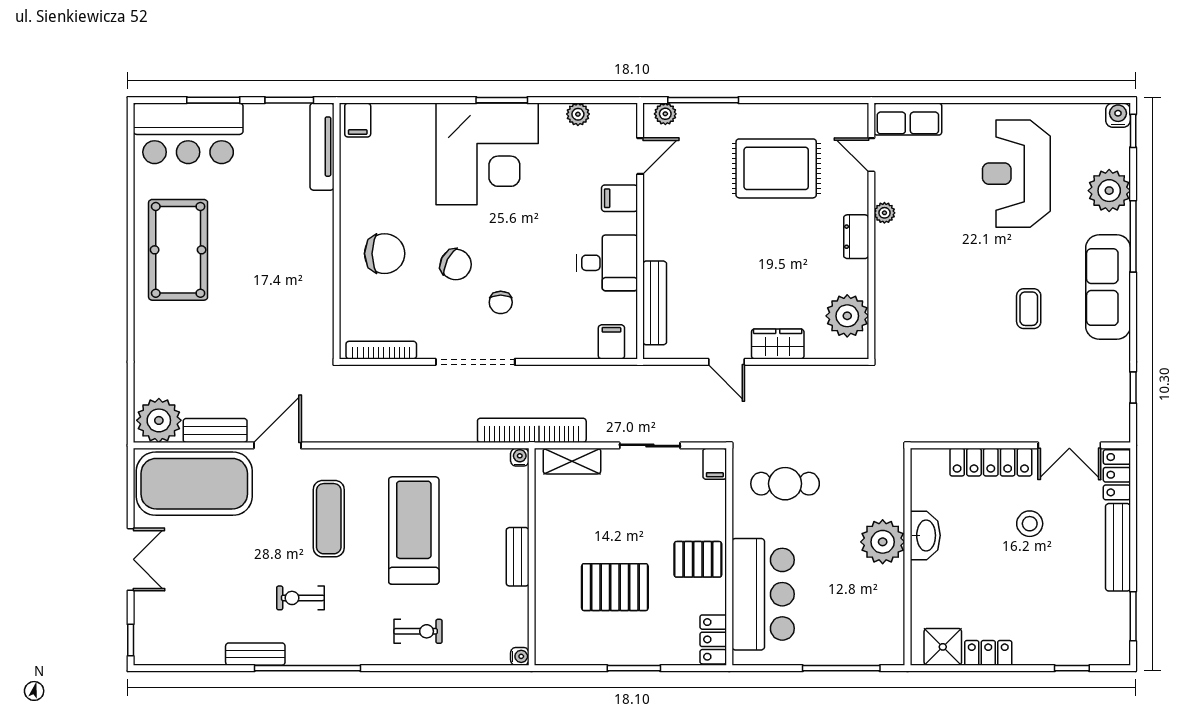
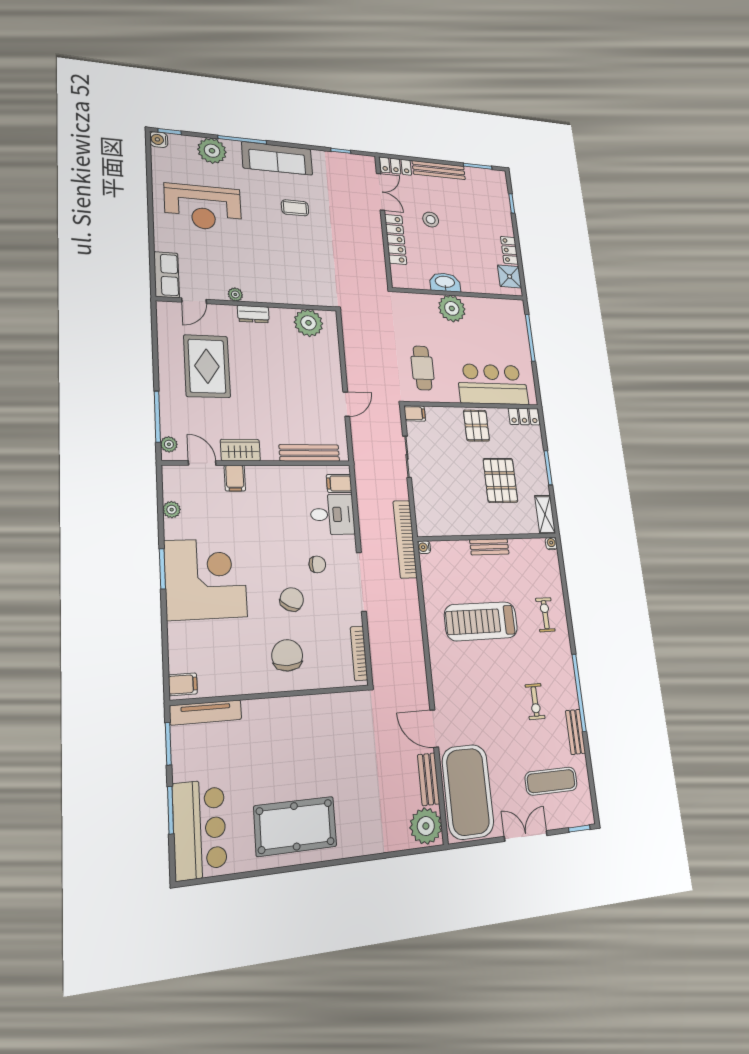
desk: (607, 263) -> (332, 514), moved, turned 90
wardrobe: (778, 344) -> (240, 450), moved, turned 90
shelving: (572, 461) -> (545, 514), moved
exercise mat: (329, 519) -> (551, 781), moved

